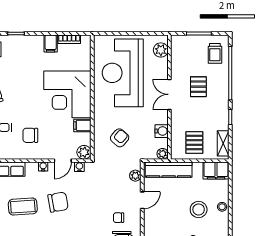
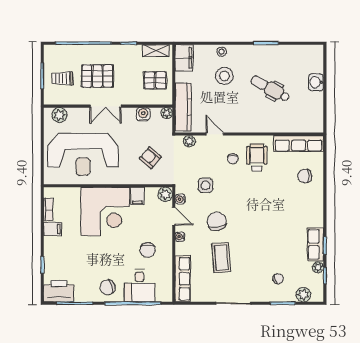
trolley: (215, 53) -> (62, 78), moved, turned 180
pallet: (198, 87) -> (97, 76), width x1.50, depth x1.42
side table: (93, 191) -> (206, 185), added

